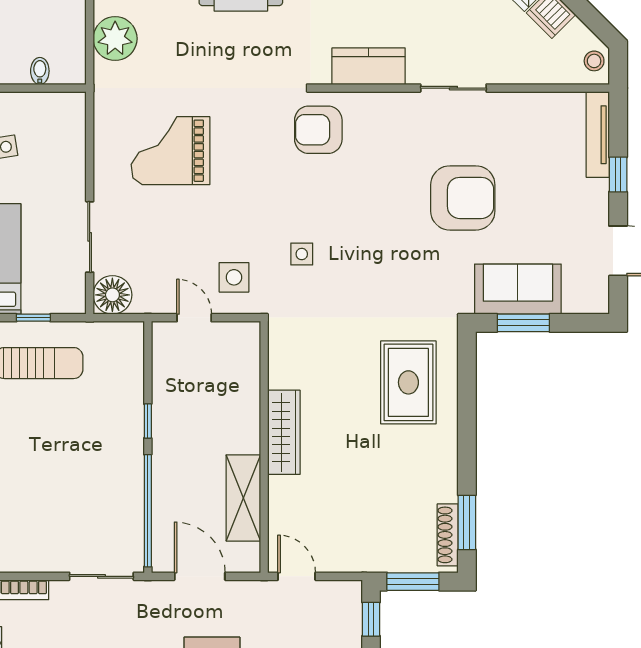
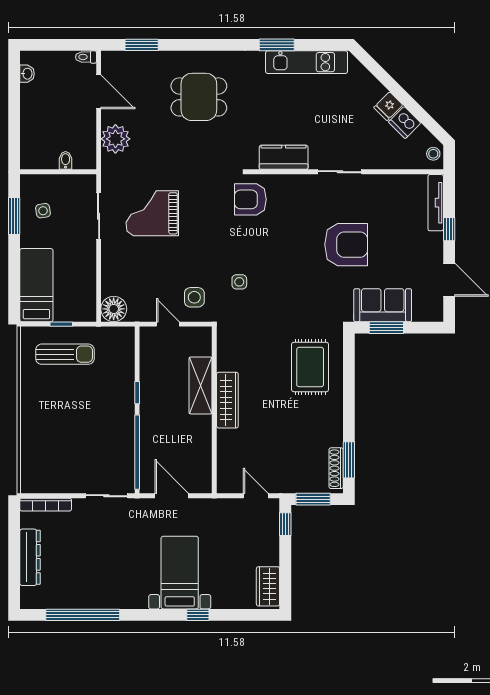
sliding door: (90, 237) -> (99, 216), moved
shelving: (243, 498) -> (201, 385), moved
door: (297, 576) -> (256, 496), moved

